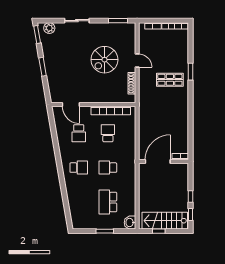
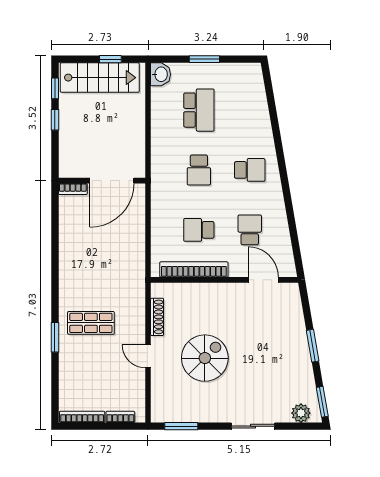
school desk: (108, 133) -> (199, 230), turned 90
school desk: (79, 168) -> (250, 170), turned 180
school desk: (108, 168) -> (199, 170), turned 90

